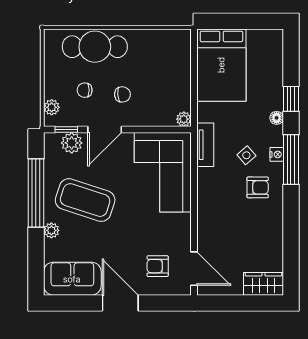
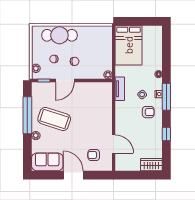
window: (291, 99) -> (166, 134), moved
plant: (72, 143) -> (47, 88), removed
corner sofa: (163, 172) -> (97, 104), removed
door: (194, 269) -> (114, 144), moved

